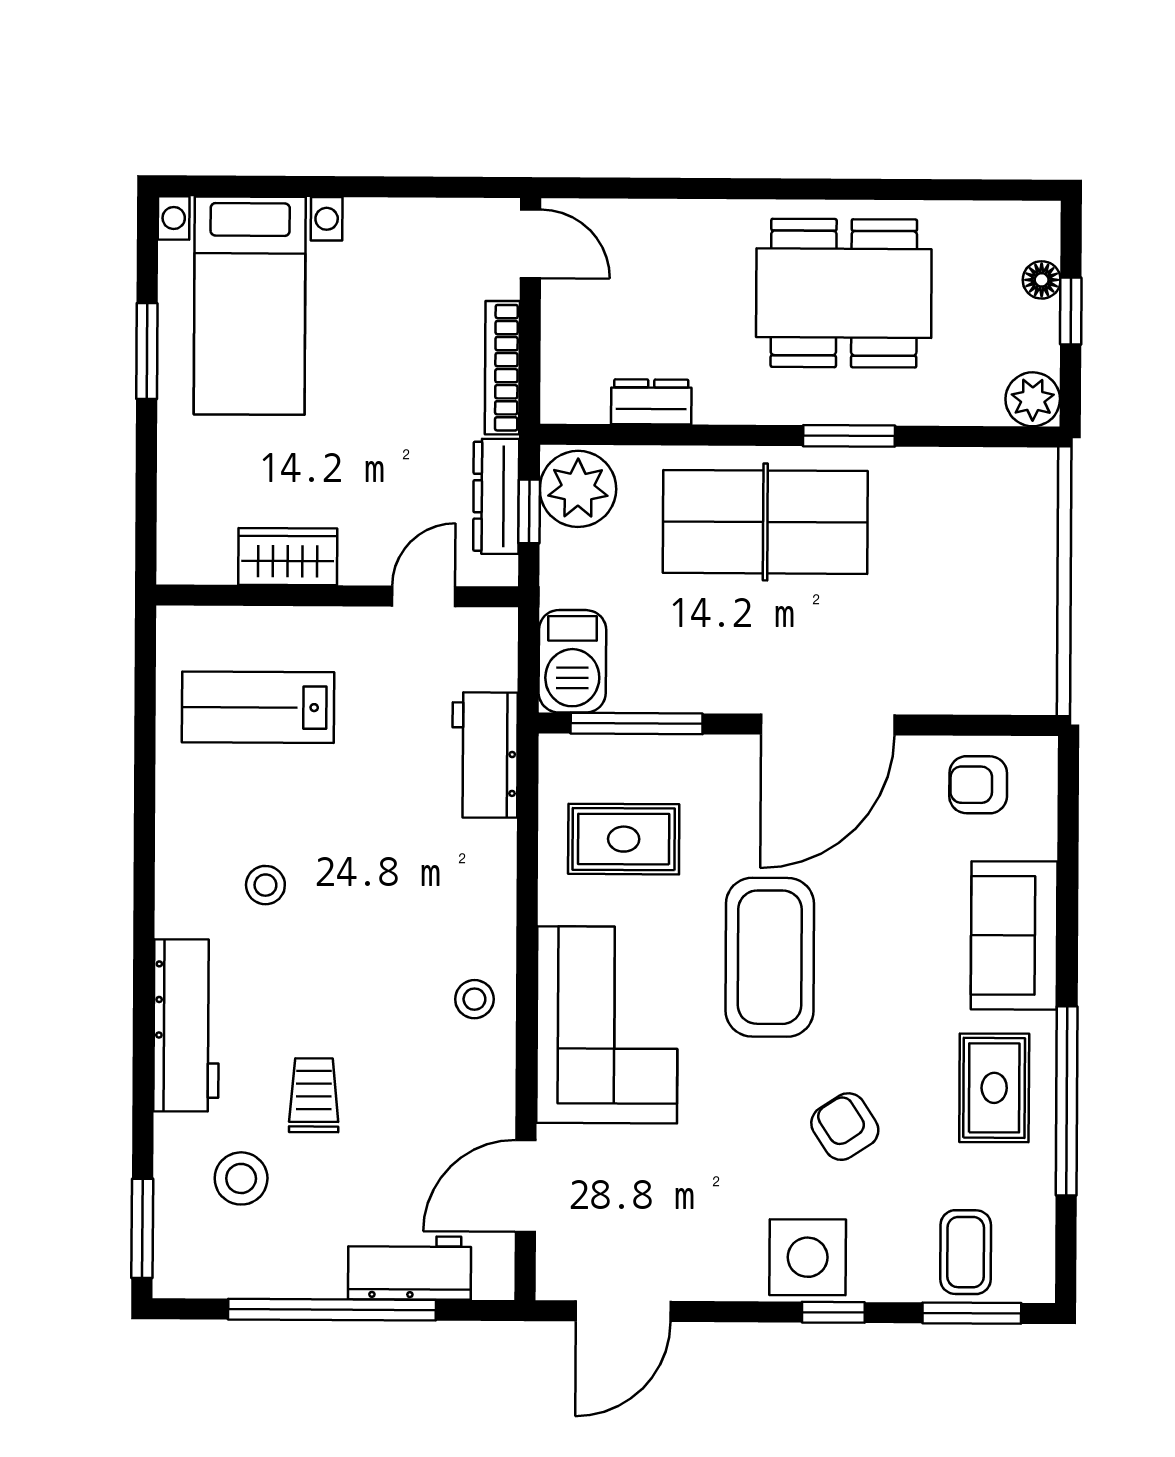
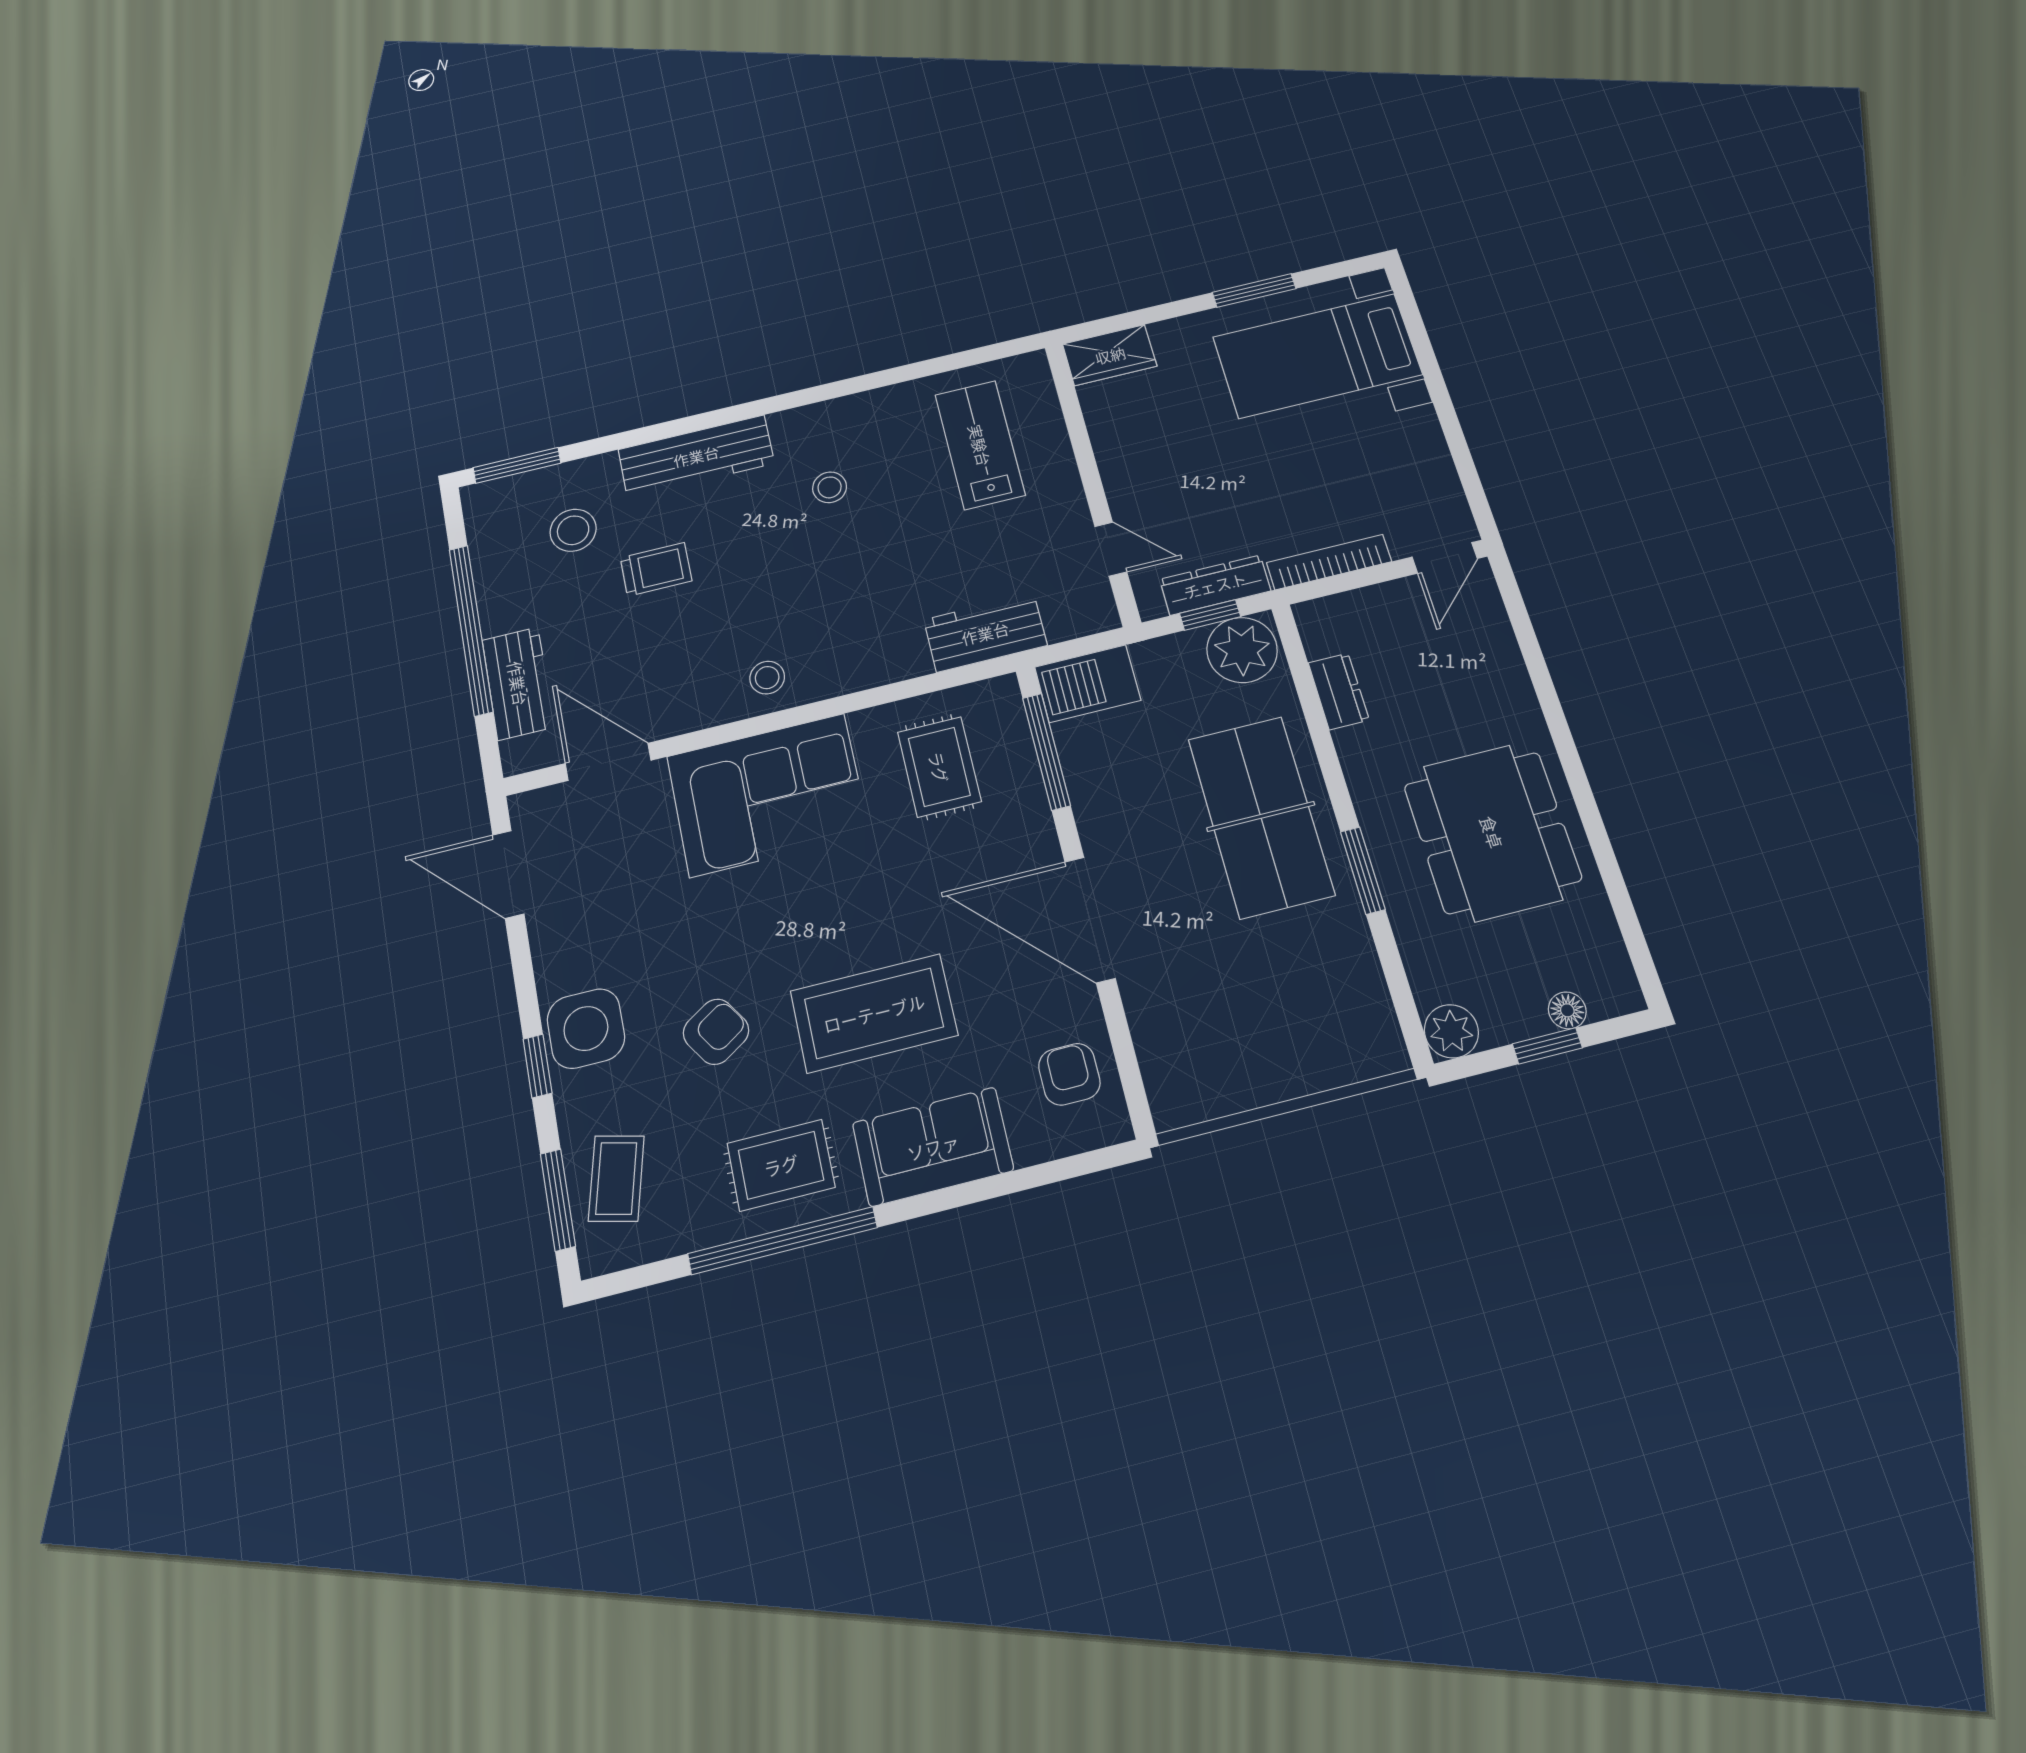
wardrobe: (288, 557) -> (1110, 355), moved, turned 90
coffee table: (770, 957) -> (874, 1013), moved
coffee table: (966, 1252) -> (616, 1178), turned -76

